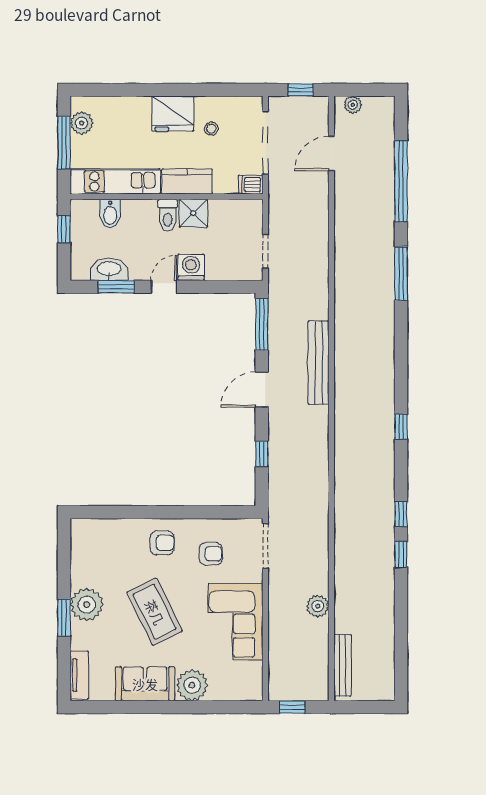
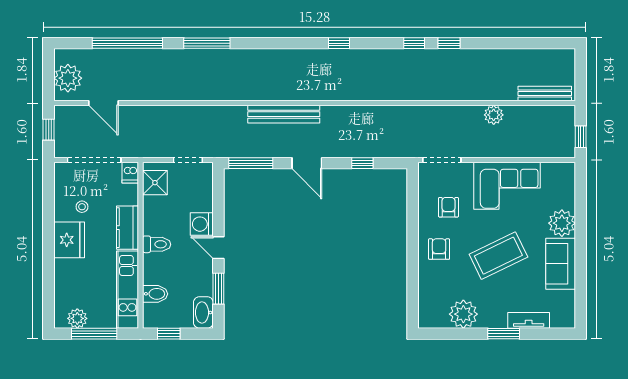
plant: (353, 105) -> (68, 78), width x1.88, depth x1.88
shower: (193, 213) -> (155, 183), moved
washbasin: (109, 269) -> (203, 312), moved
plant: (87, 605) -> (463, 314), moved
tv unit: (79, 675) -> (529, 320), moved

